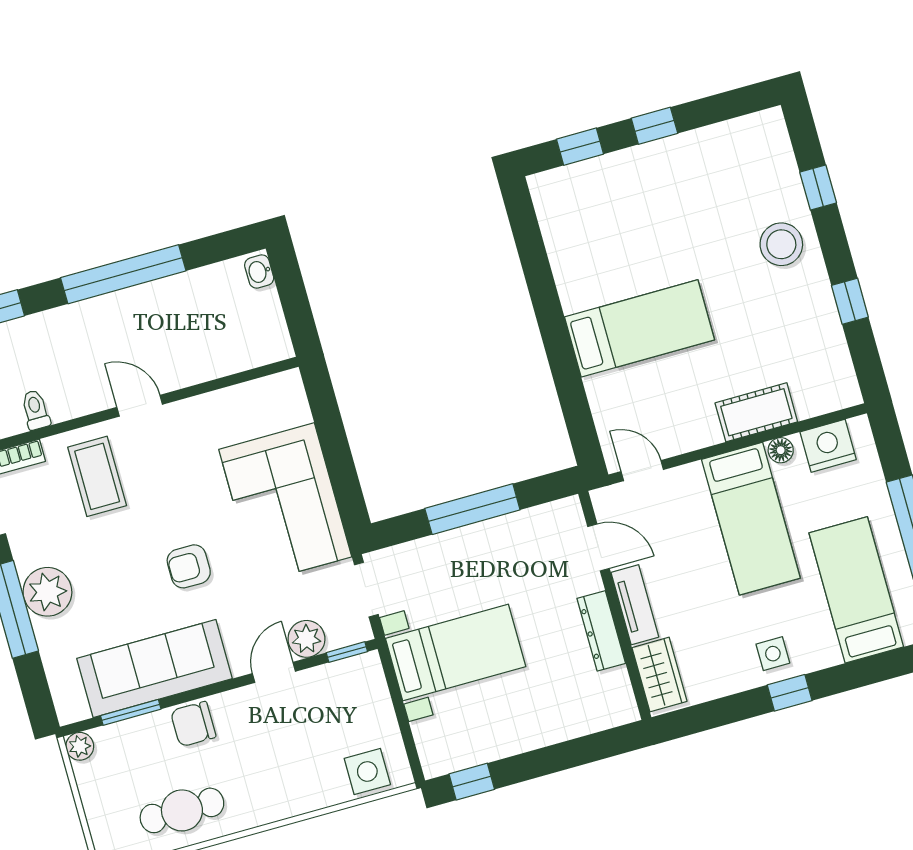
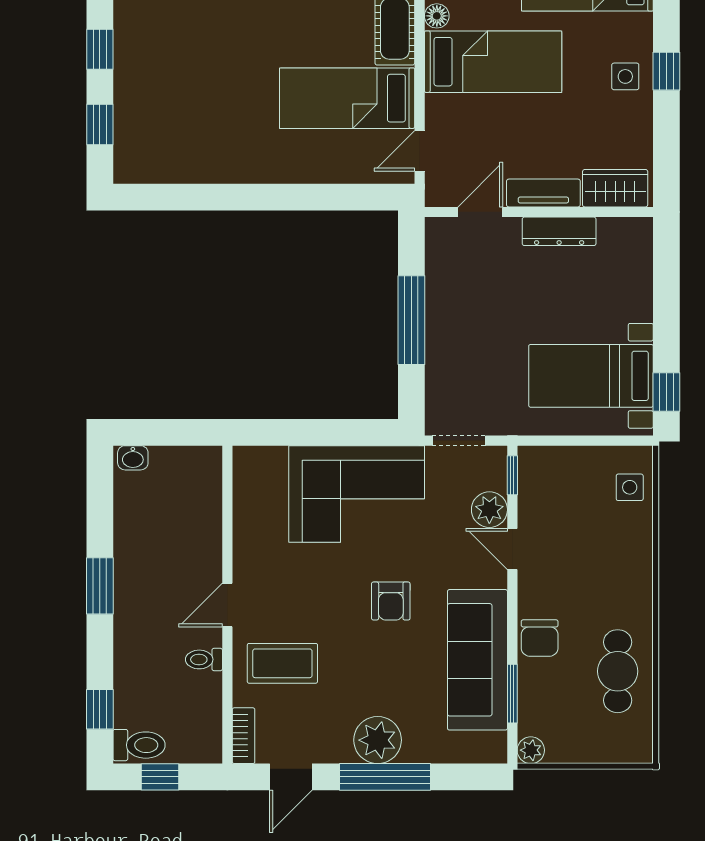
window: (123, 274) -> (100, 586), width x0.47
bed: (639, 328) -> (347, 98), moved, turned -90
toilet: (36, 410) -> (204, 659), moved
bed with nightstands: (456, 652) -> (591, 376), moved, turned -90
side table: (367, 772) -> (630, 487), width x0.73, depth x0.73

